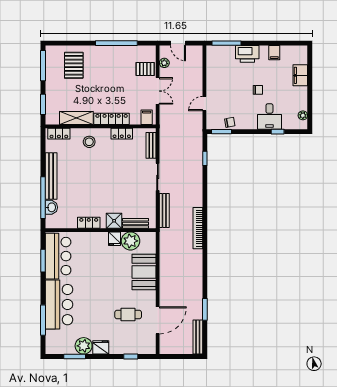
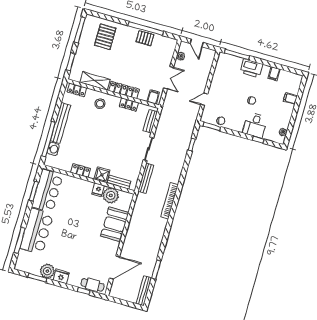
pallet: (145, 69) -> (145, 38), moved
filing cabinet: (300, 75) -> (290, 98), width x0.50
cafe table: (128, 315) -> (93, 285), moved

